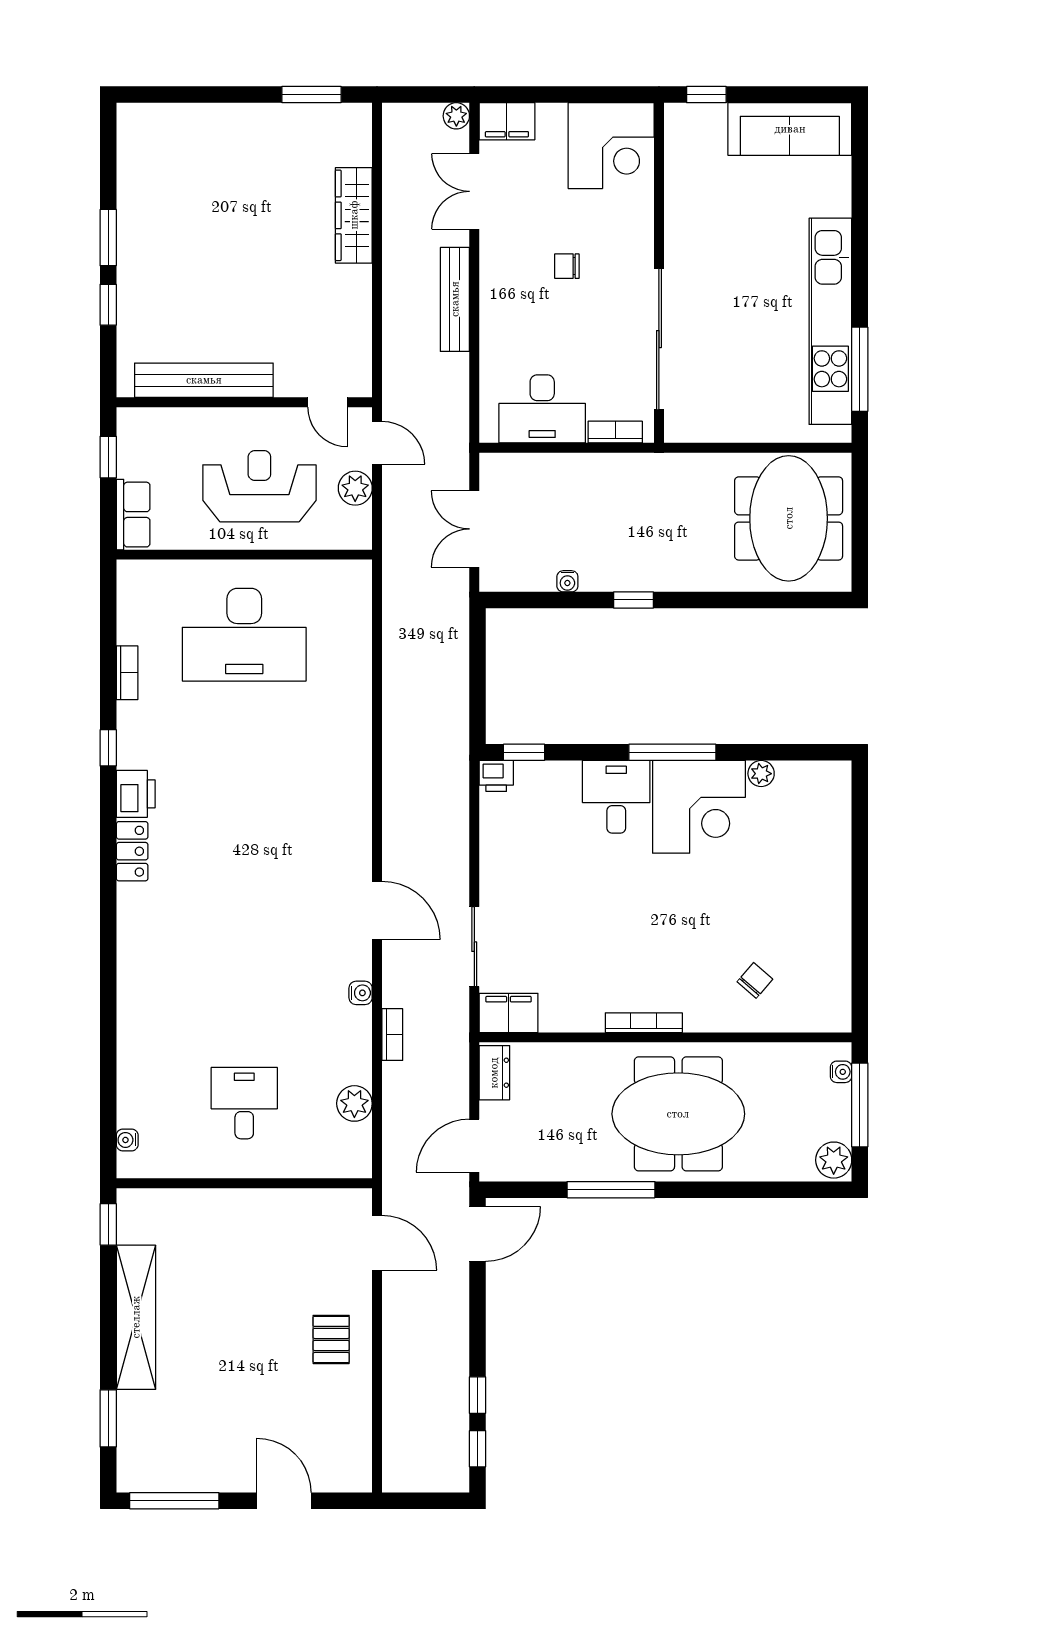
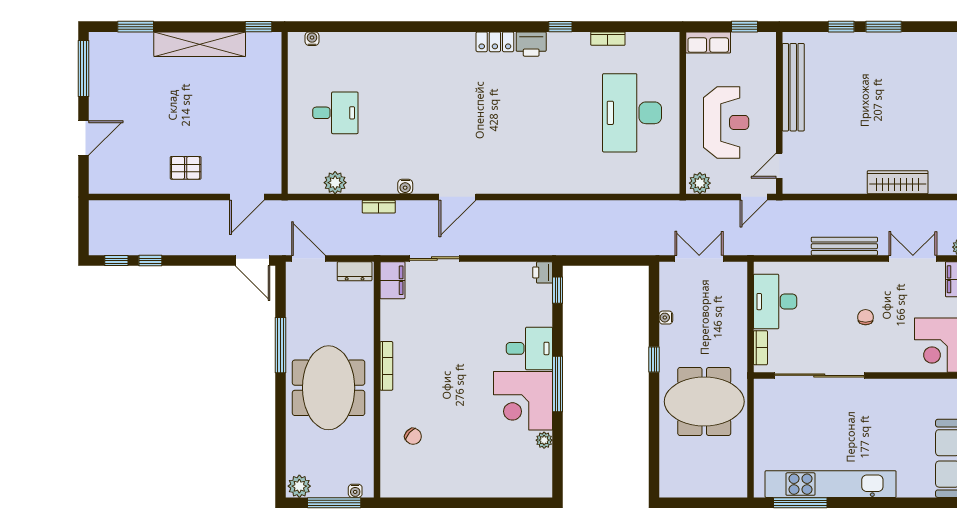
plant: (355, 488) -> (700, 183), moved
meeting table: (789, 518) -> (704, 402), moved

